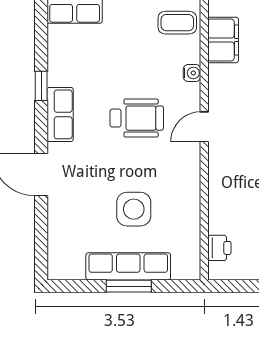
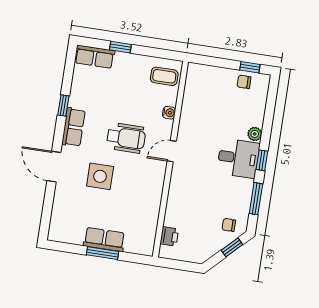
filing cabinet: (223, 40) -> (194, 93), removed
side table: (134, 209) -> (100, 176), moved
row of seats: (128, 266) -> (104, 239), width x0.68

